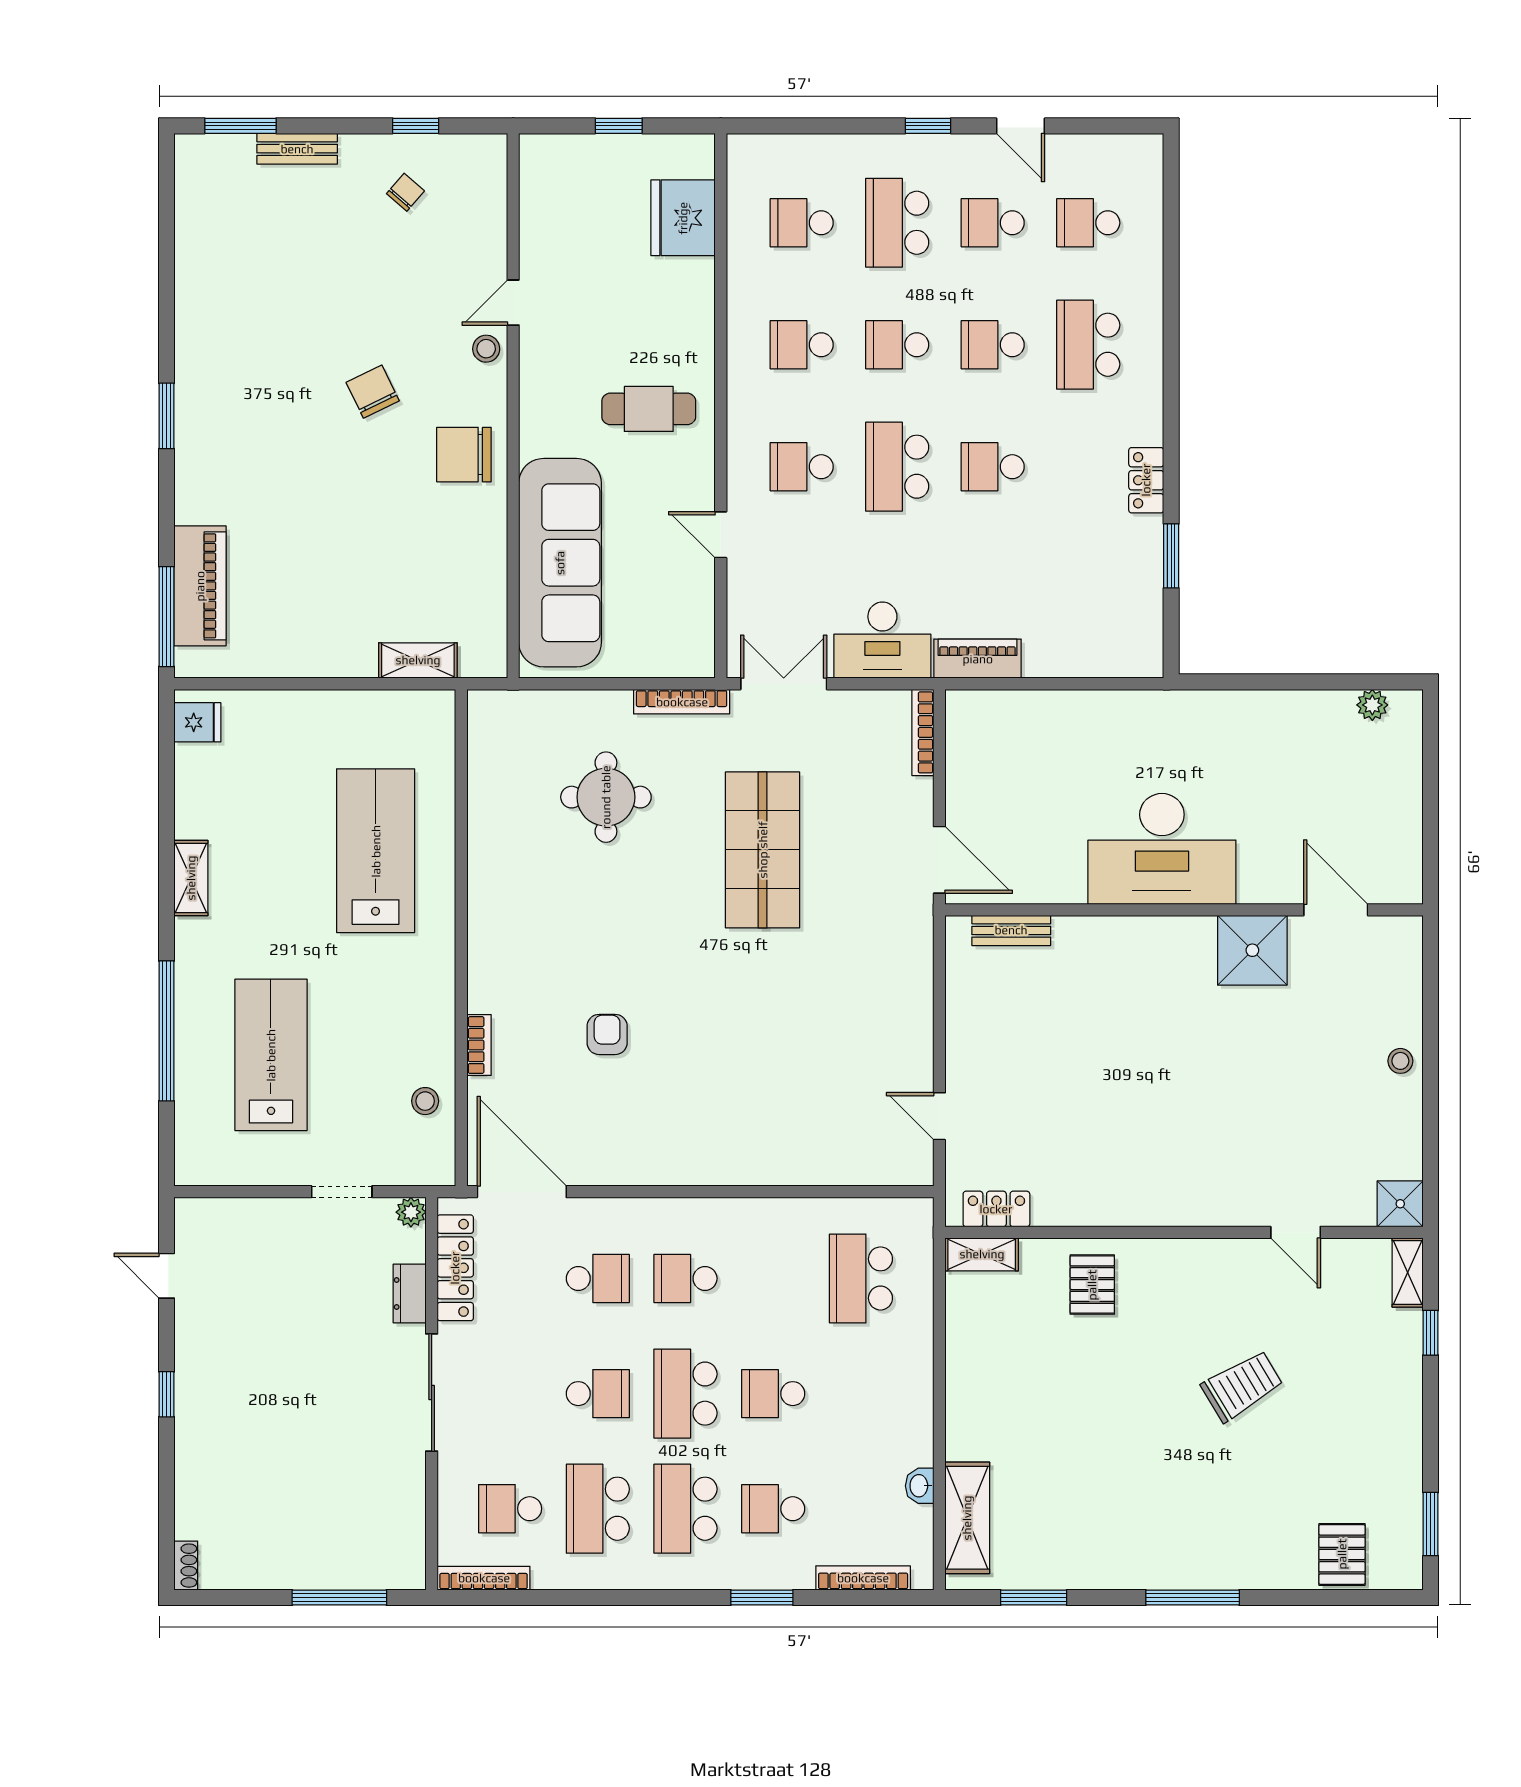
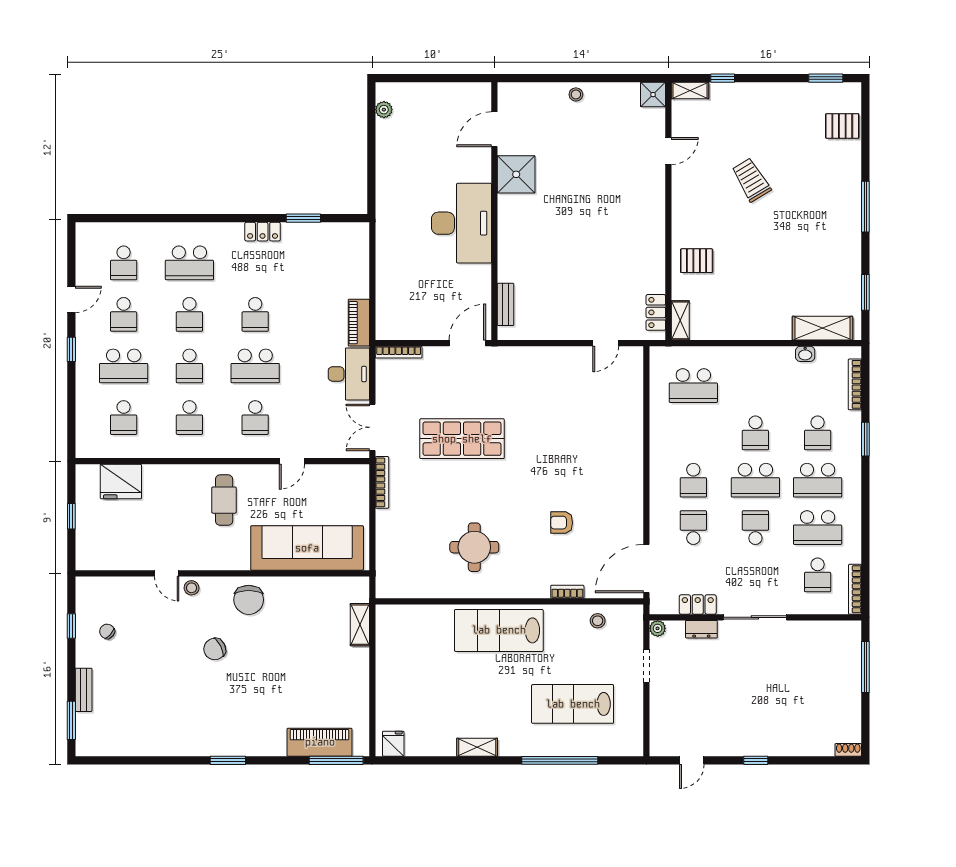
round table: (606, 797) -> (474, 547), moved
lab bench: (376, 851) -> (499, 630), moved
locker: (455, 1268) -> (698, 605), width x0.66

